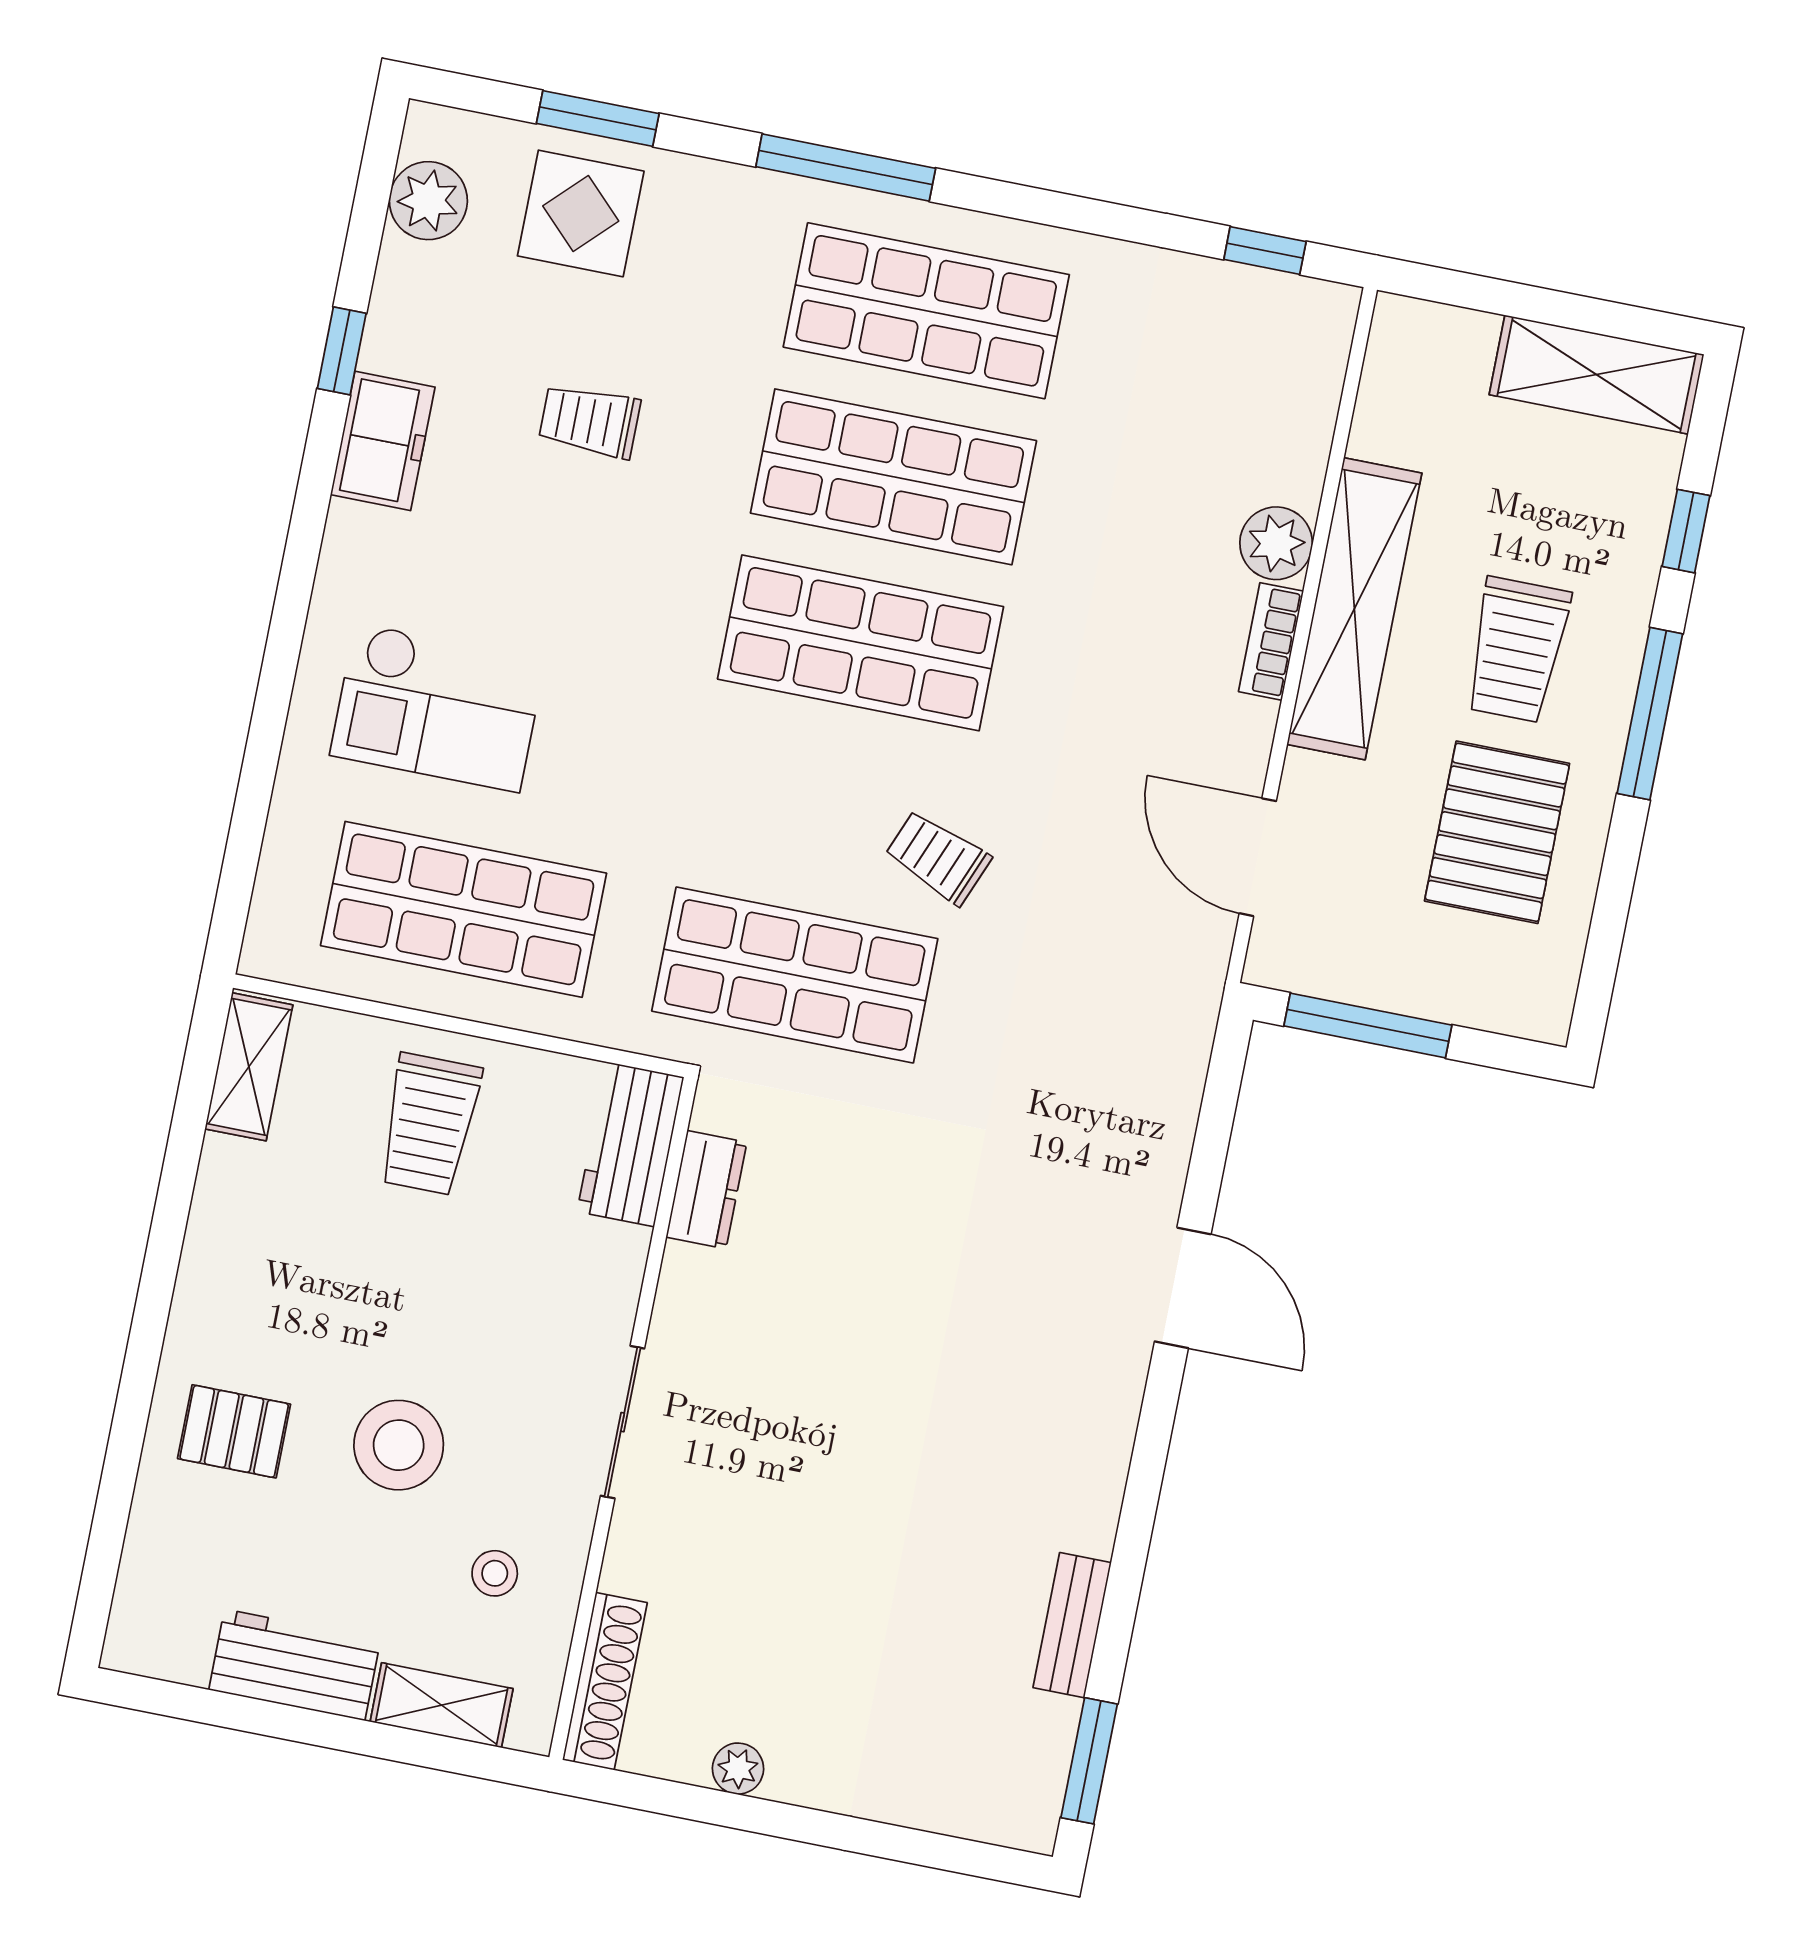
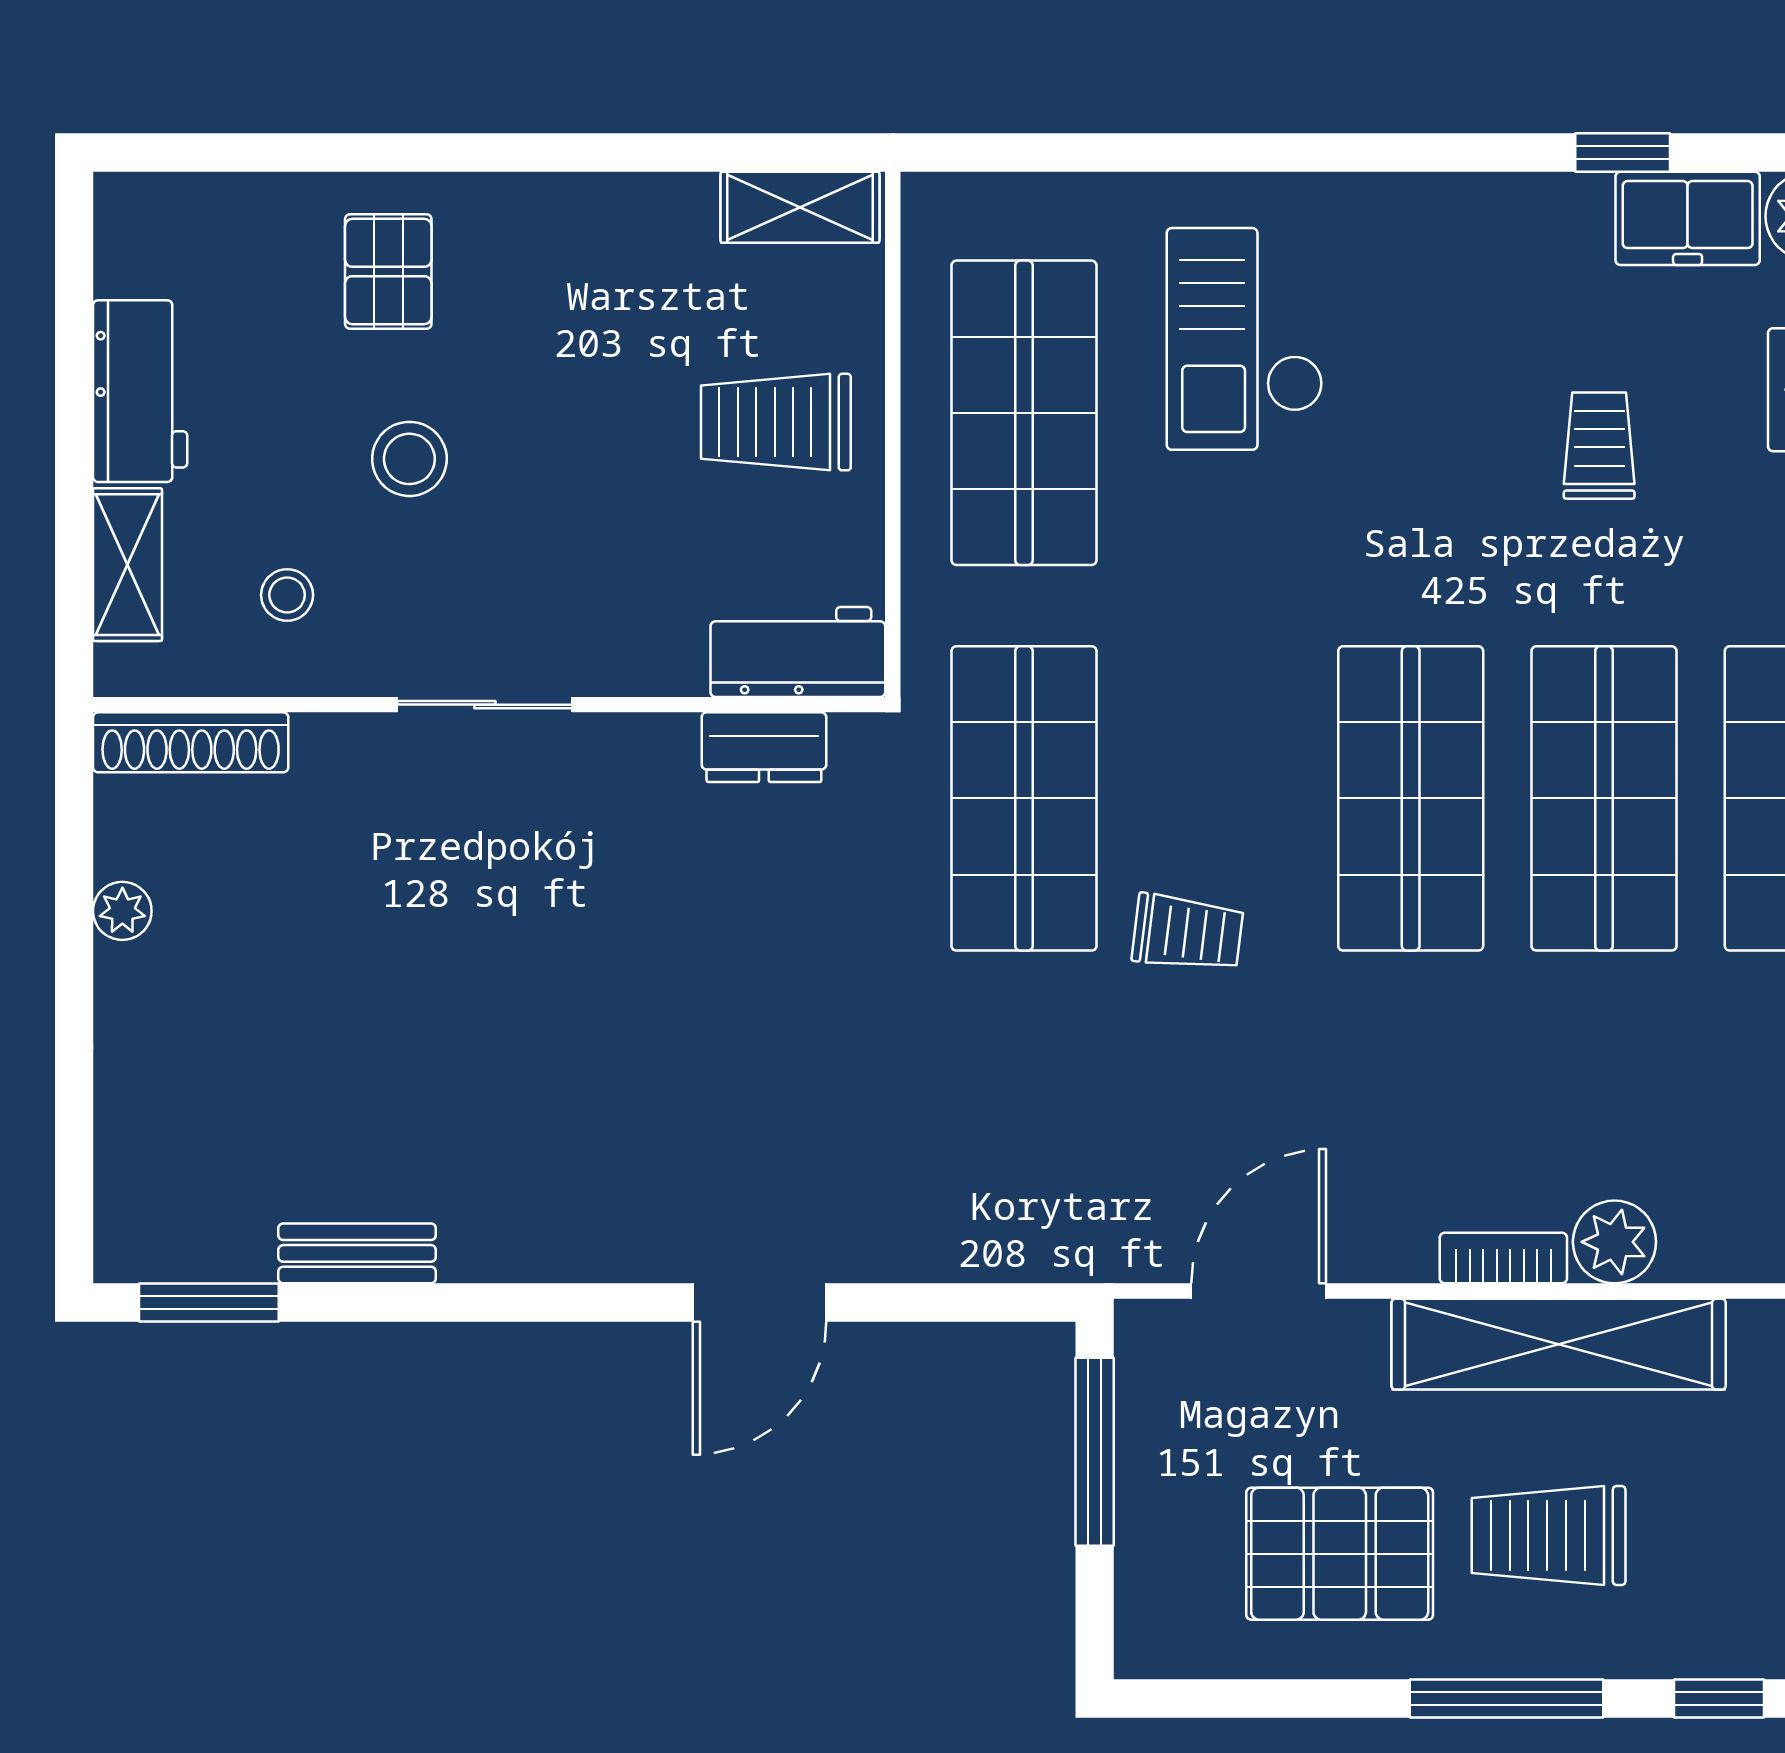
freezer: (383, 441) -> (1688, 218), moved
trolley: (938, 857) -> (1188, 933), turned 75
stool: (399, 1445) -> (409, 459), width x0.73, depth x0.73

